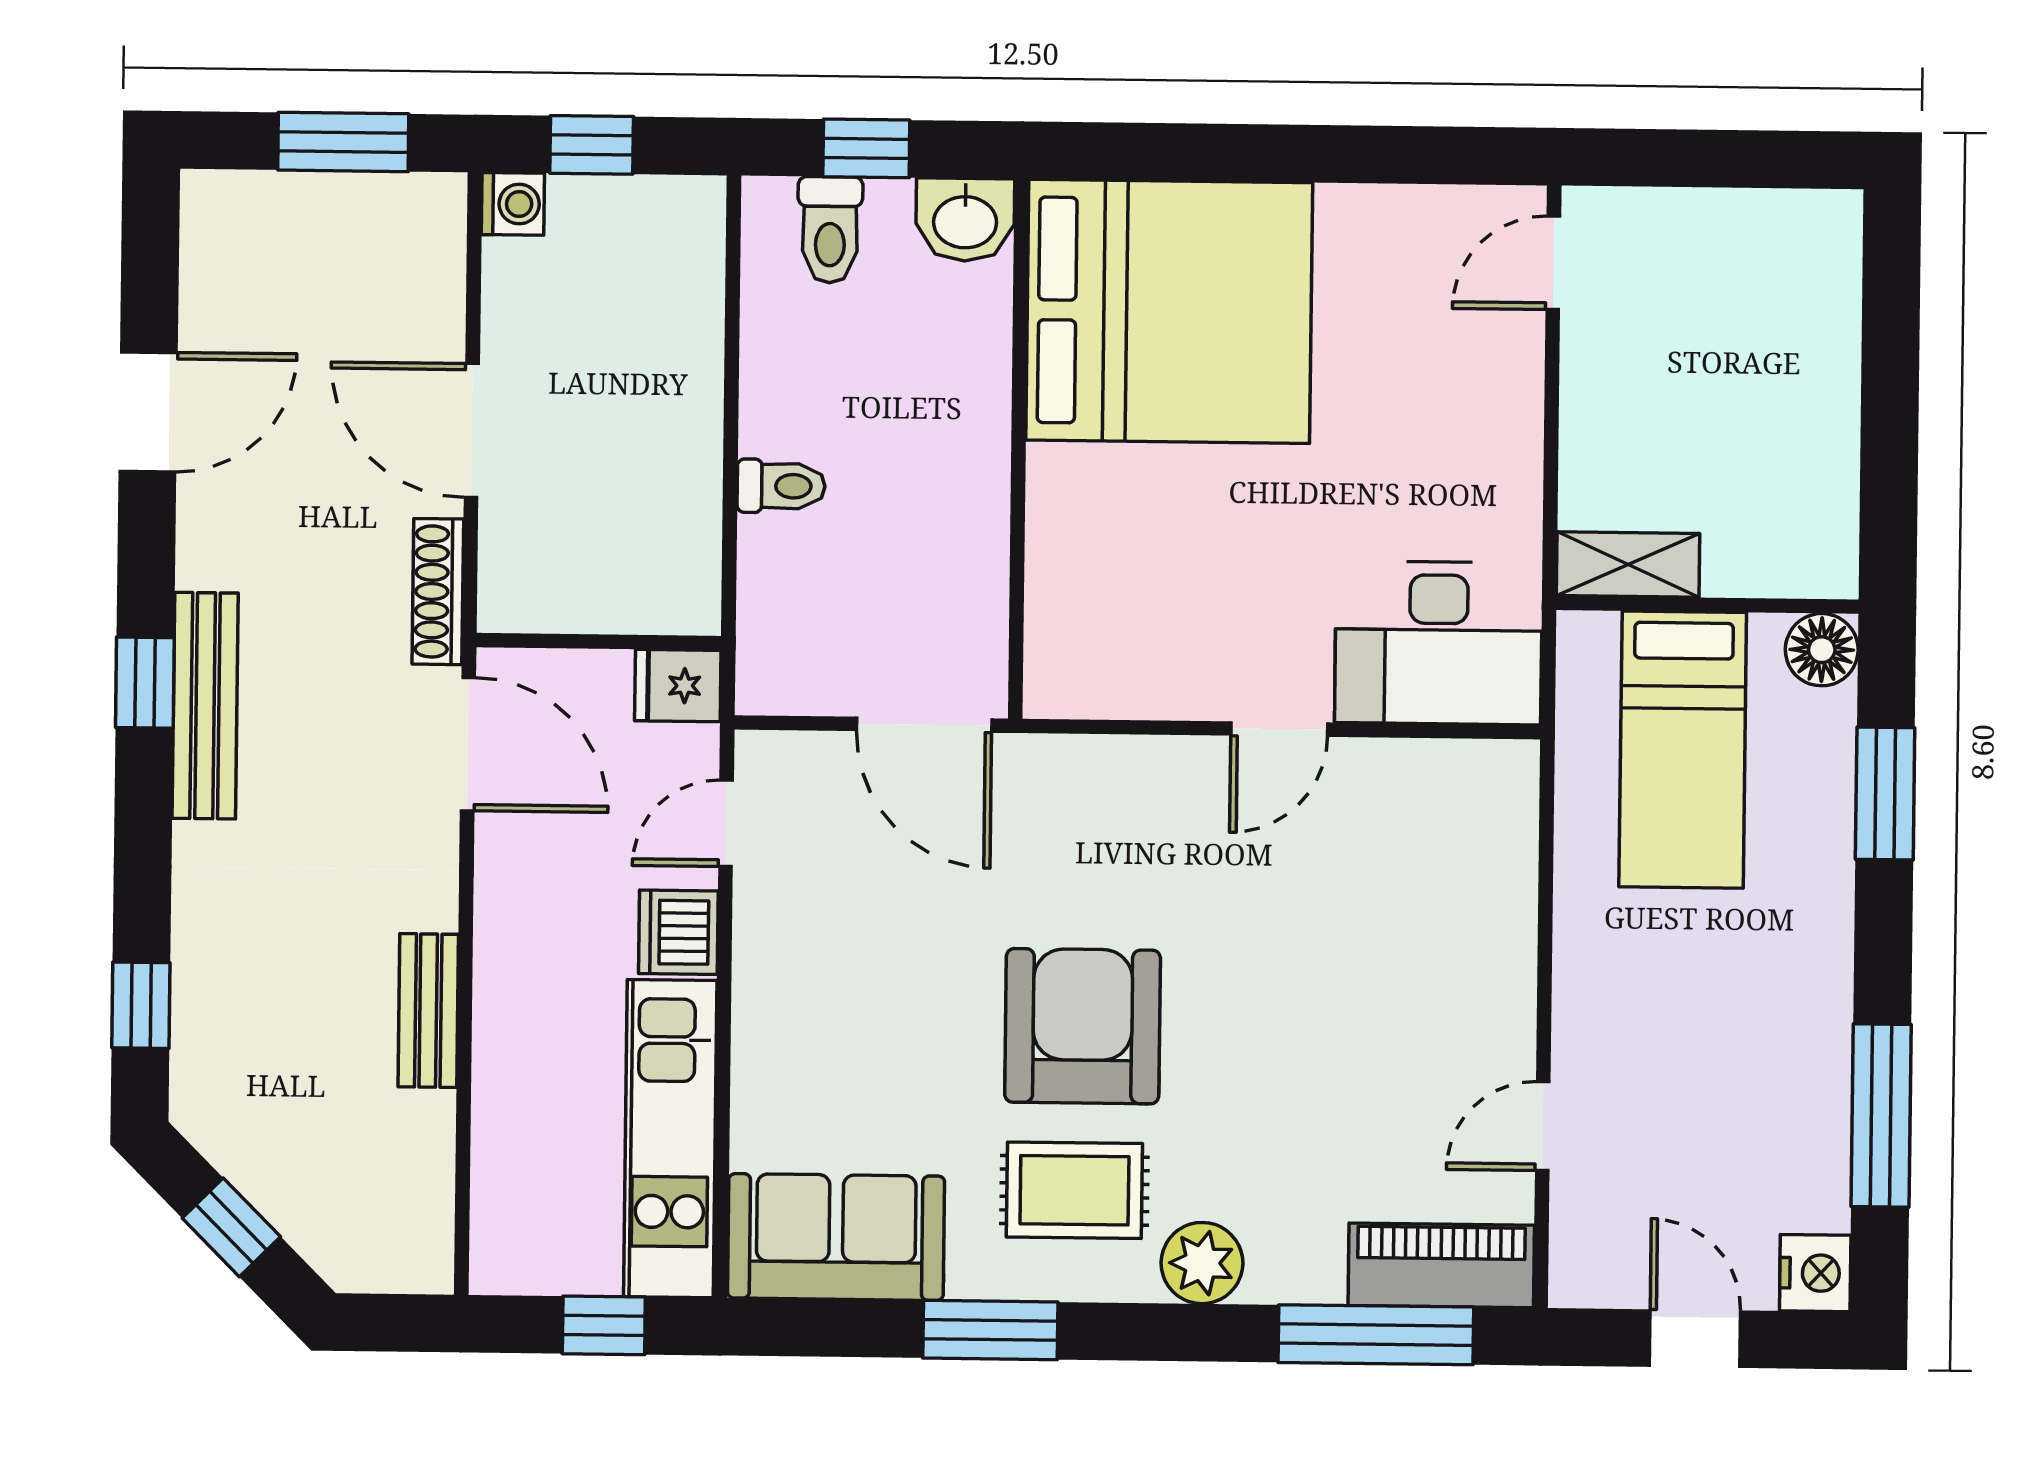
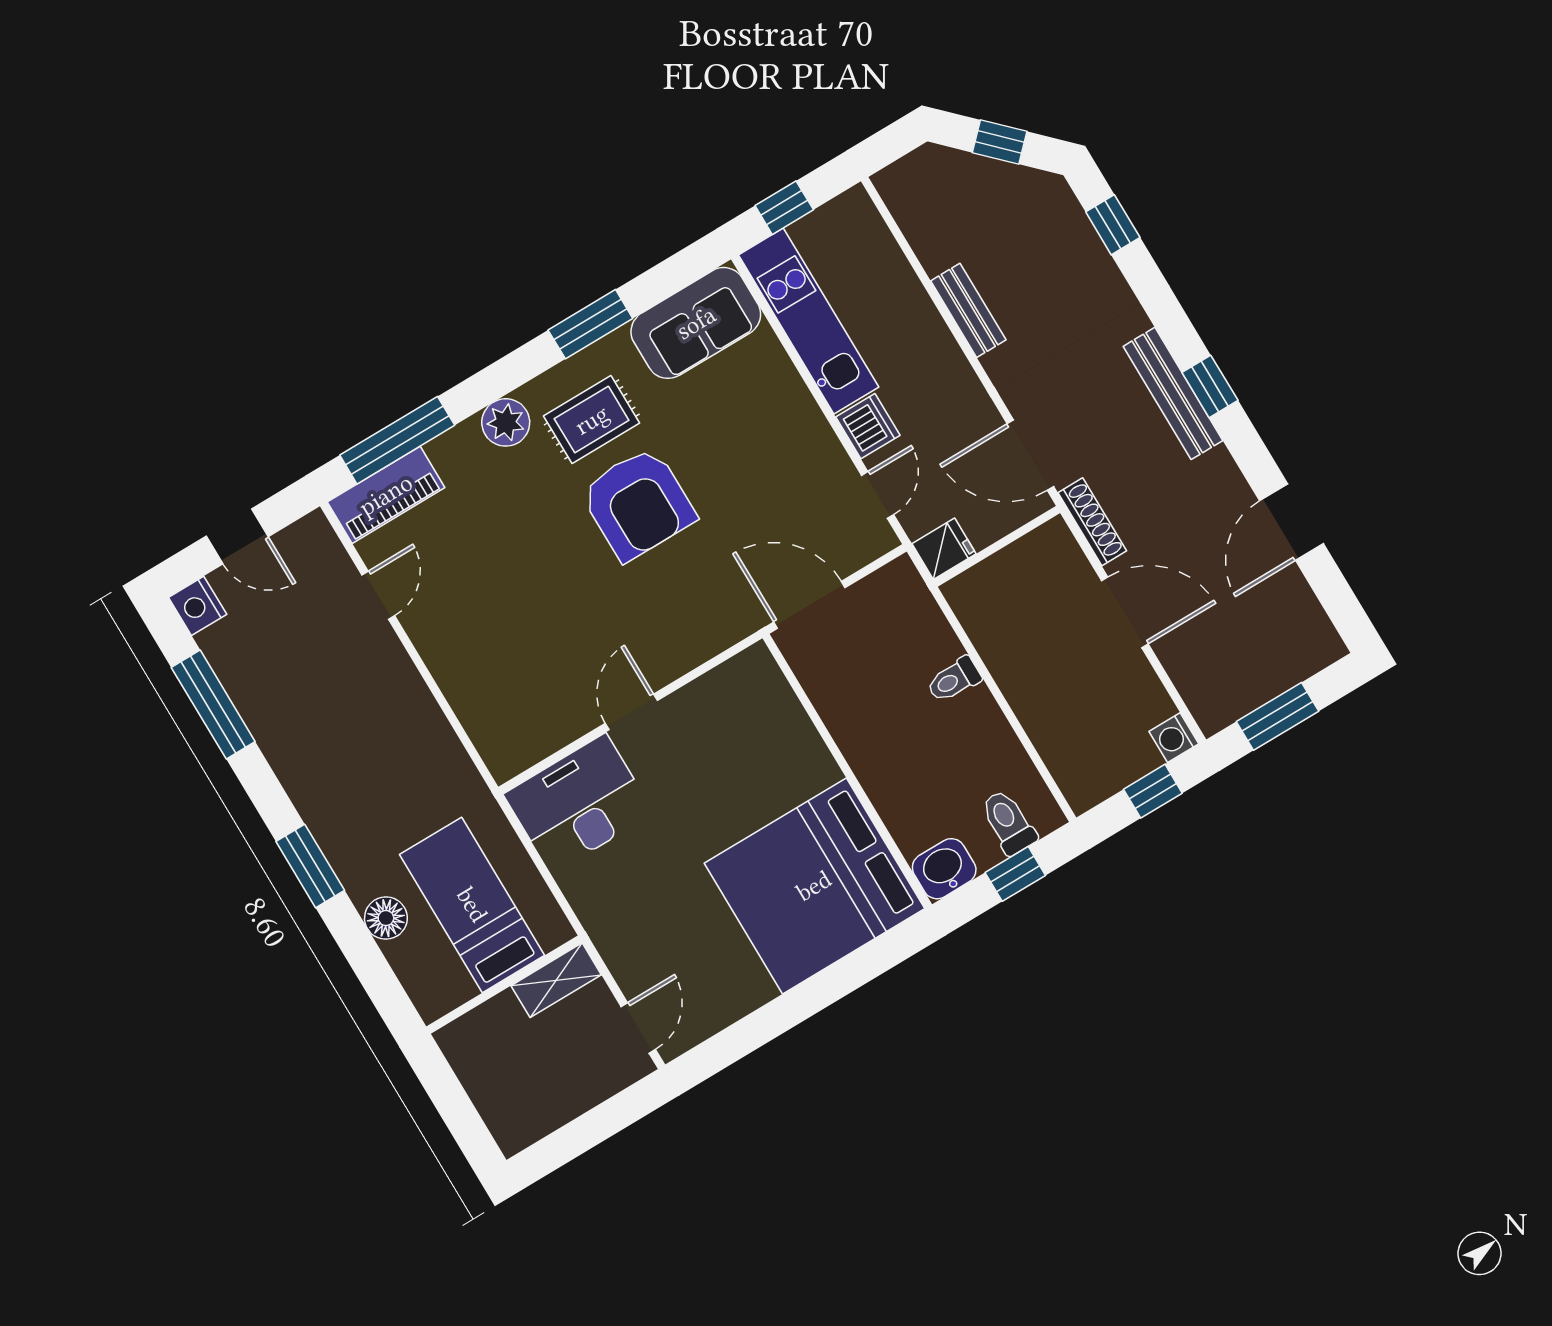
shelving: (1628, 565) -> (556, 980), moved
wall: (1707, 605) -> (504, 985), moved
bed: (1683, 750) -> (472, 905), moved

